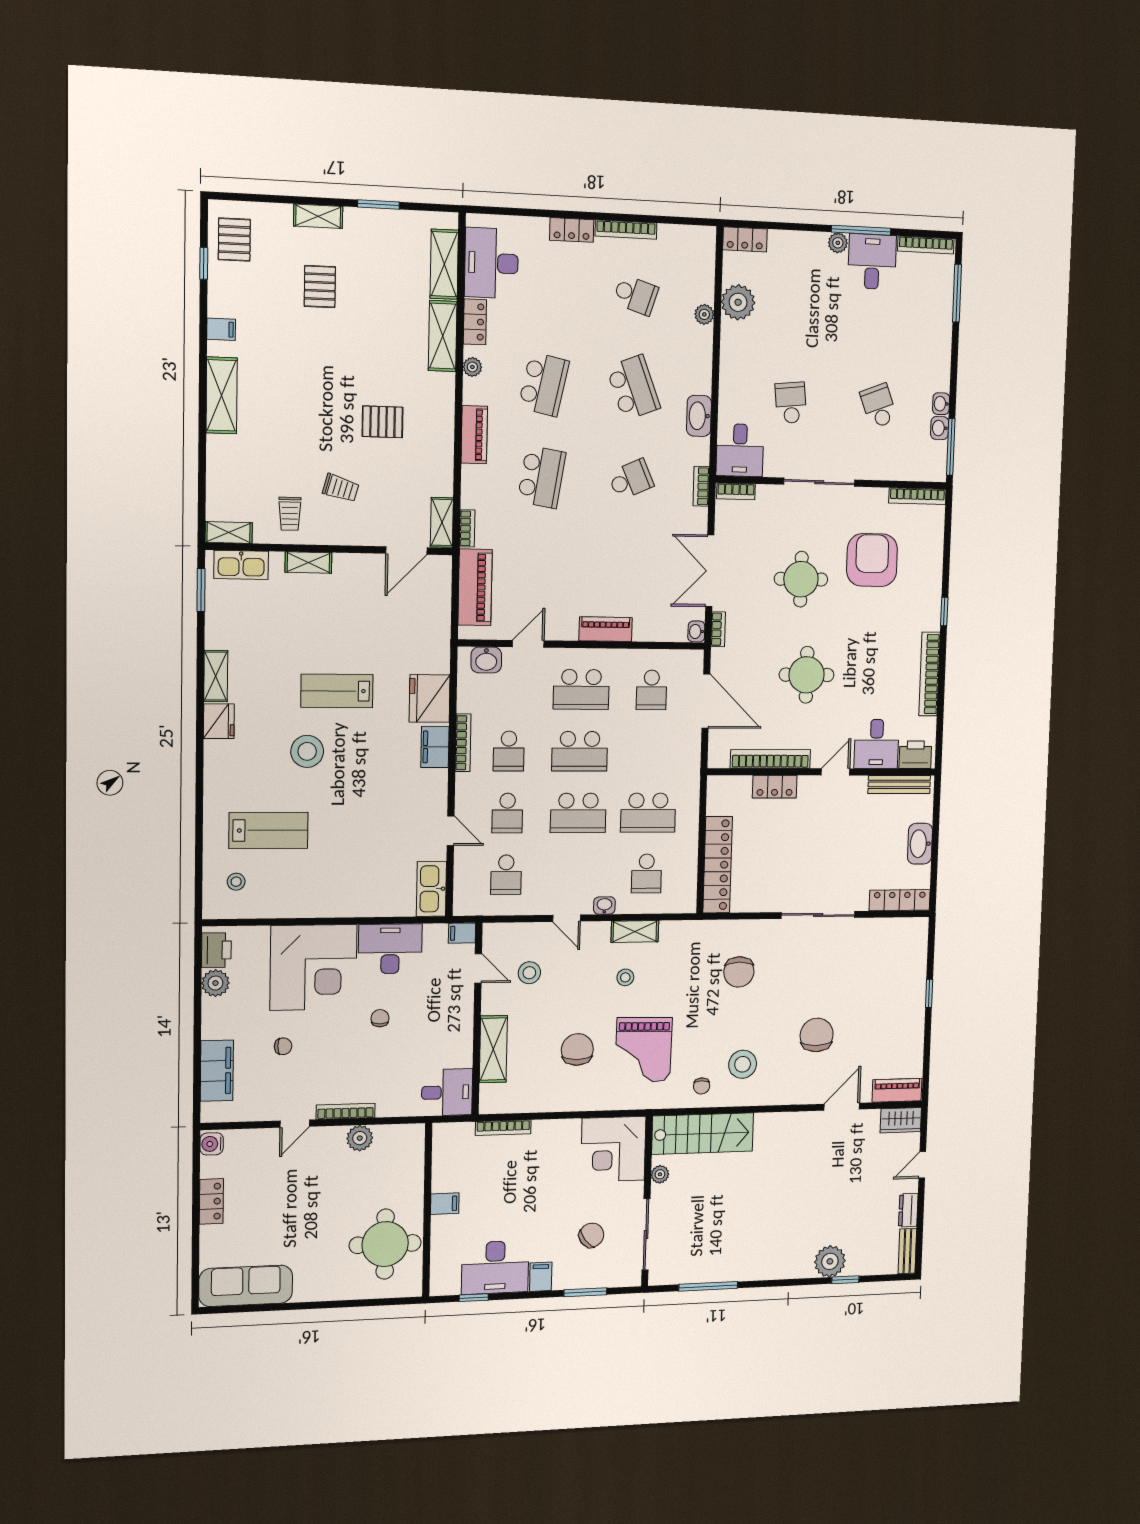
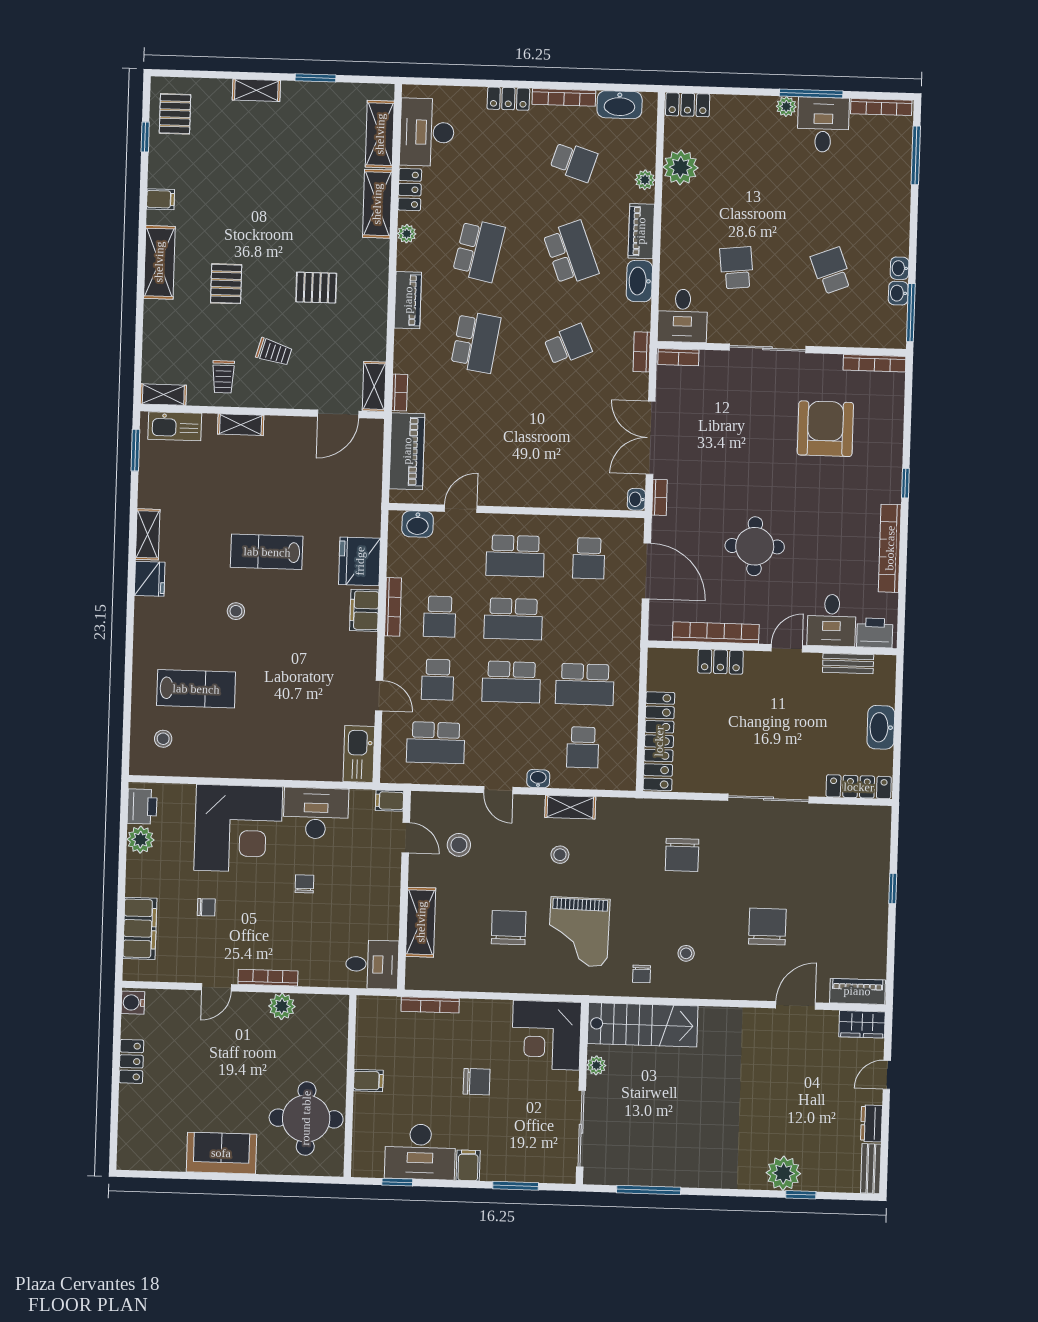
washbasin: (680, 238) -> (620, 105), added
pallet: (320, 287) -> (226, 284), moved
round table: (801, 579) -> (748, 447), removed
piano: (606, 629) -> (641, 231), moved, turned -90
stool: (307, 751) -> (236, 611), width x0.53, depth x0.53
bench: (899, 784) -> (848, 663), width x0.73
school desk: (506, 875) -> (436, 743), width x1.85
stool: (743, 1064) -> (686, 953), width x0.53, depth x0.53
chair: (591, 1235) -> (477, 1082), moved, turned 38
sofa: (246, 1286) -> (221, 1153), moved, width x0.73

